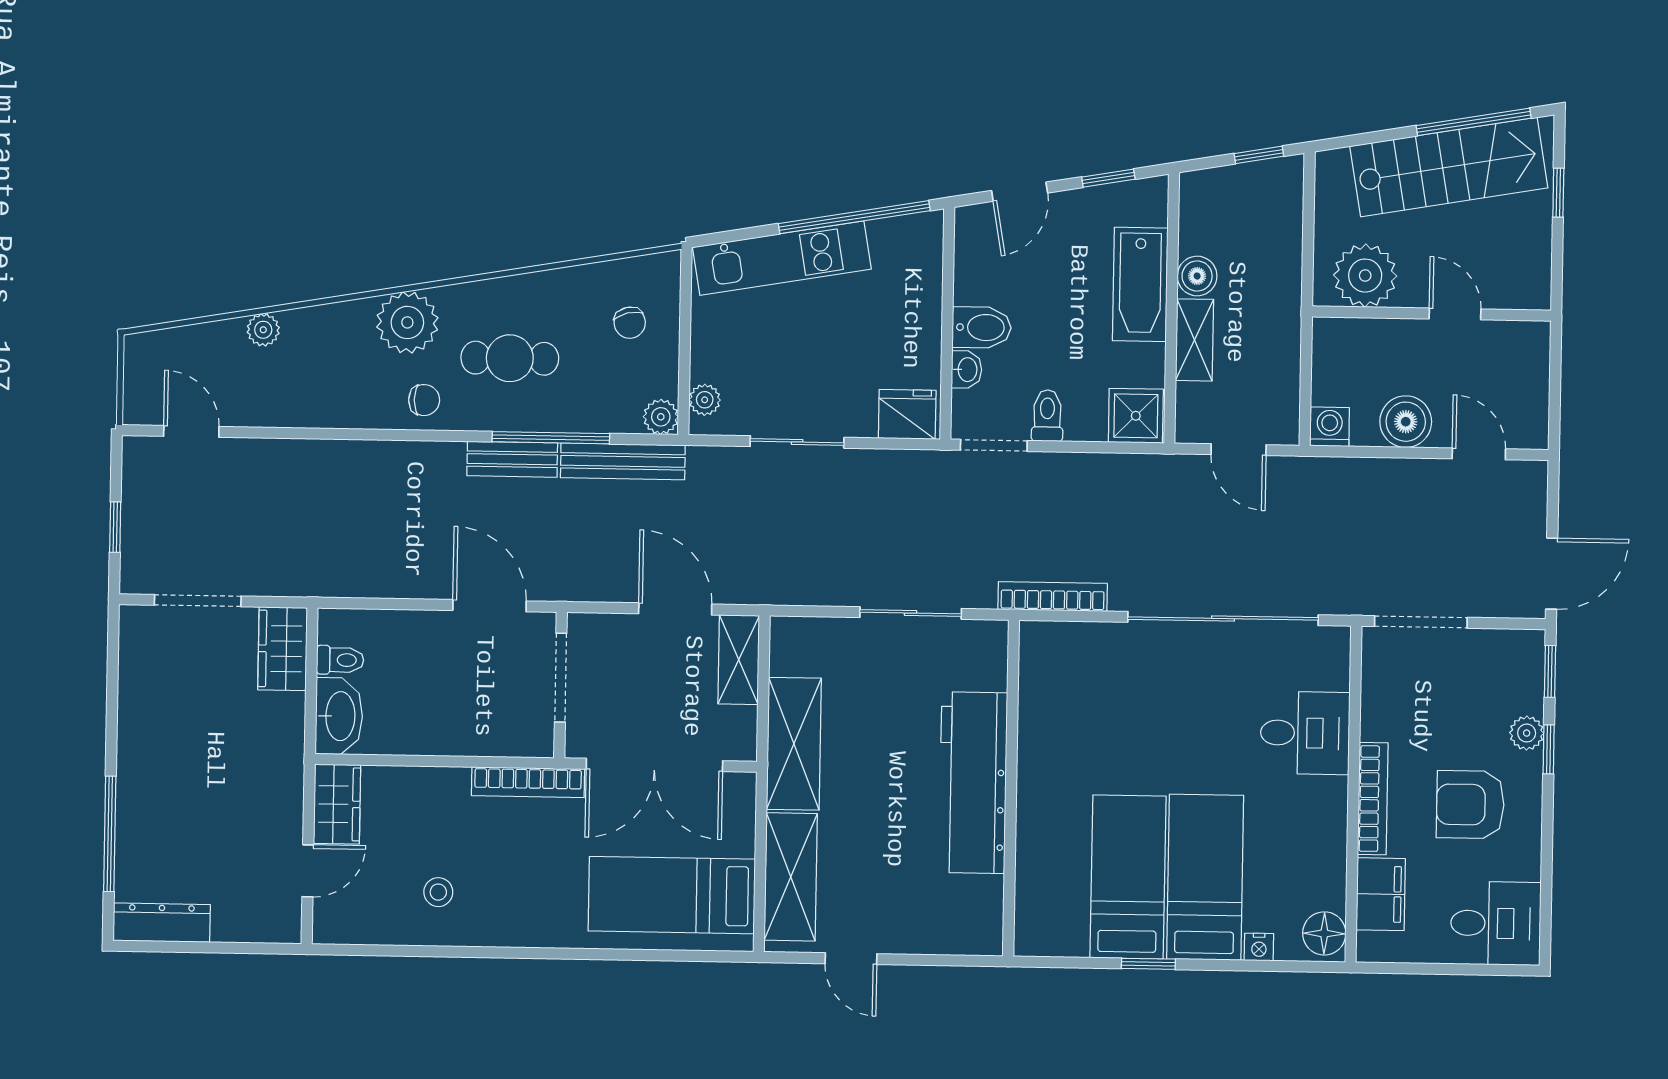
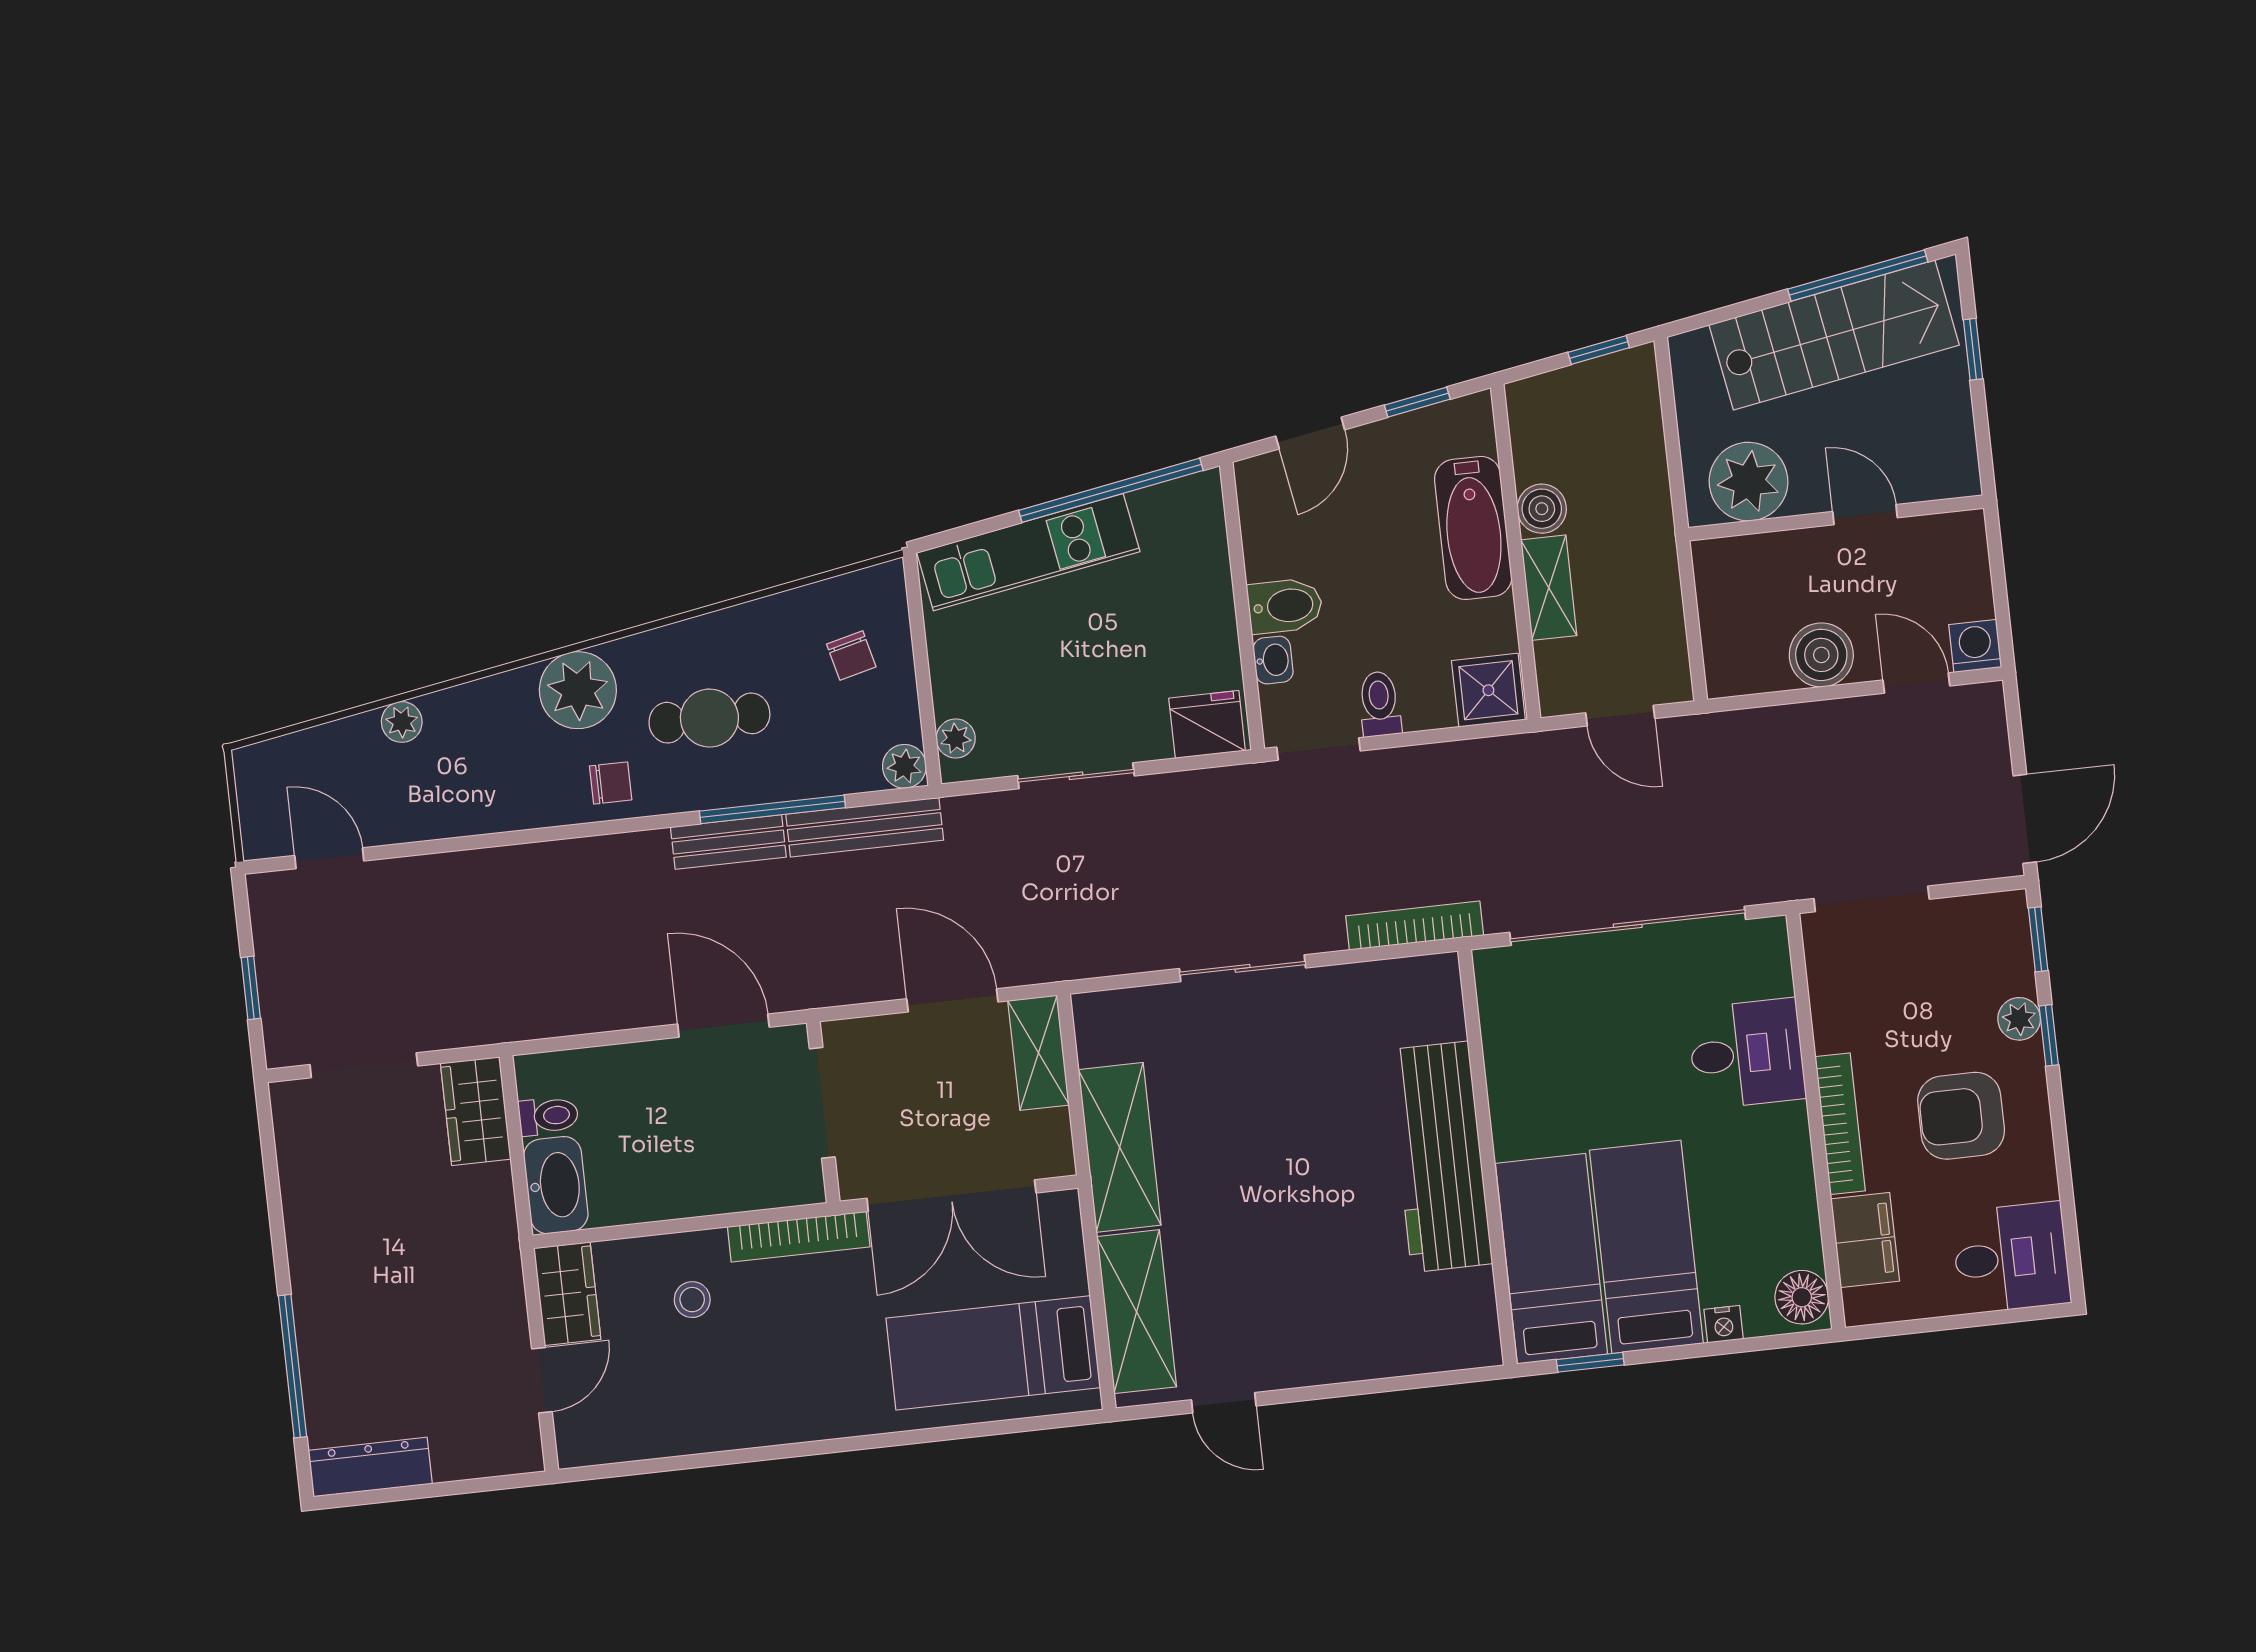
washing machine: (1330, 427) -> (1975, 646), moved
workbench: (973, 783) -> (1440, 1157), moved
wall: (1011, 788) -> (1487, 1157), moved
stool: (438, 892) -> (692, 1300), moved

